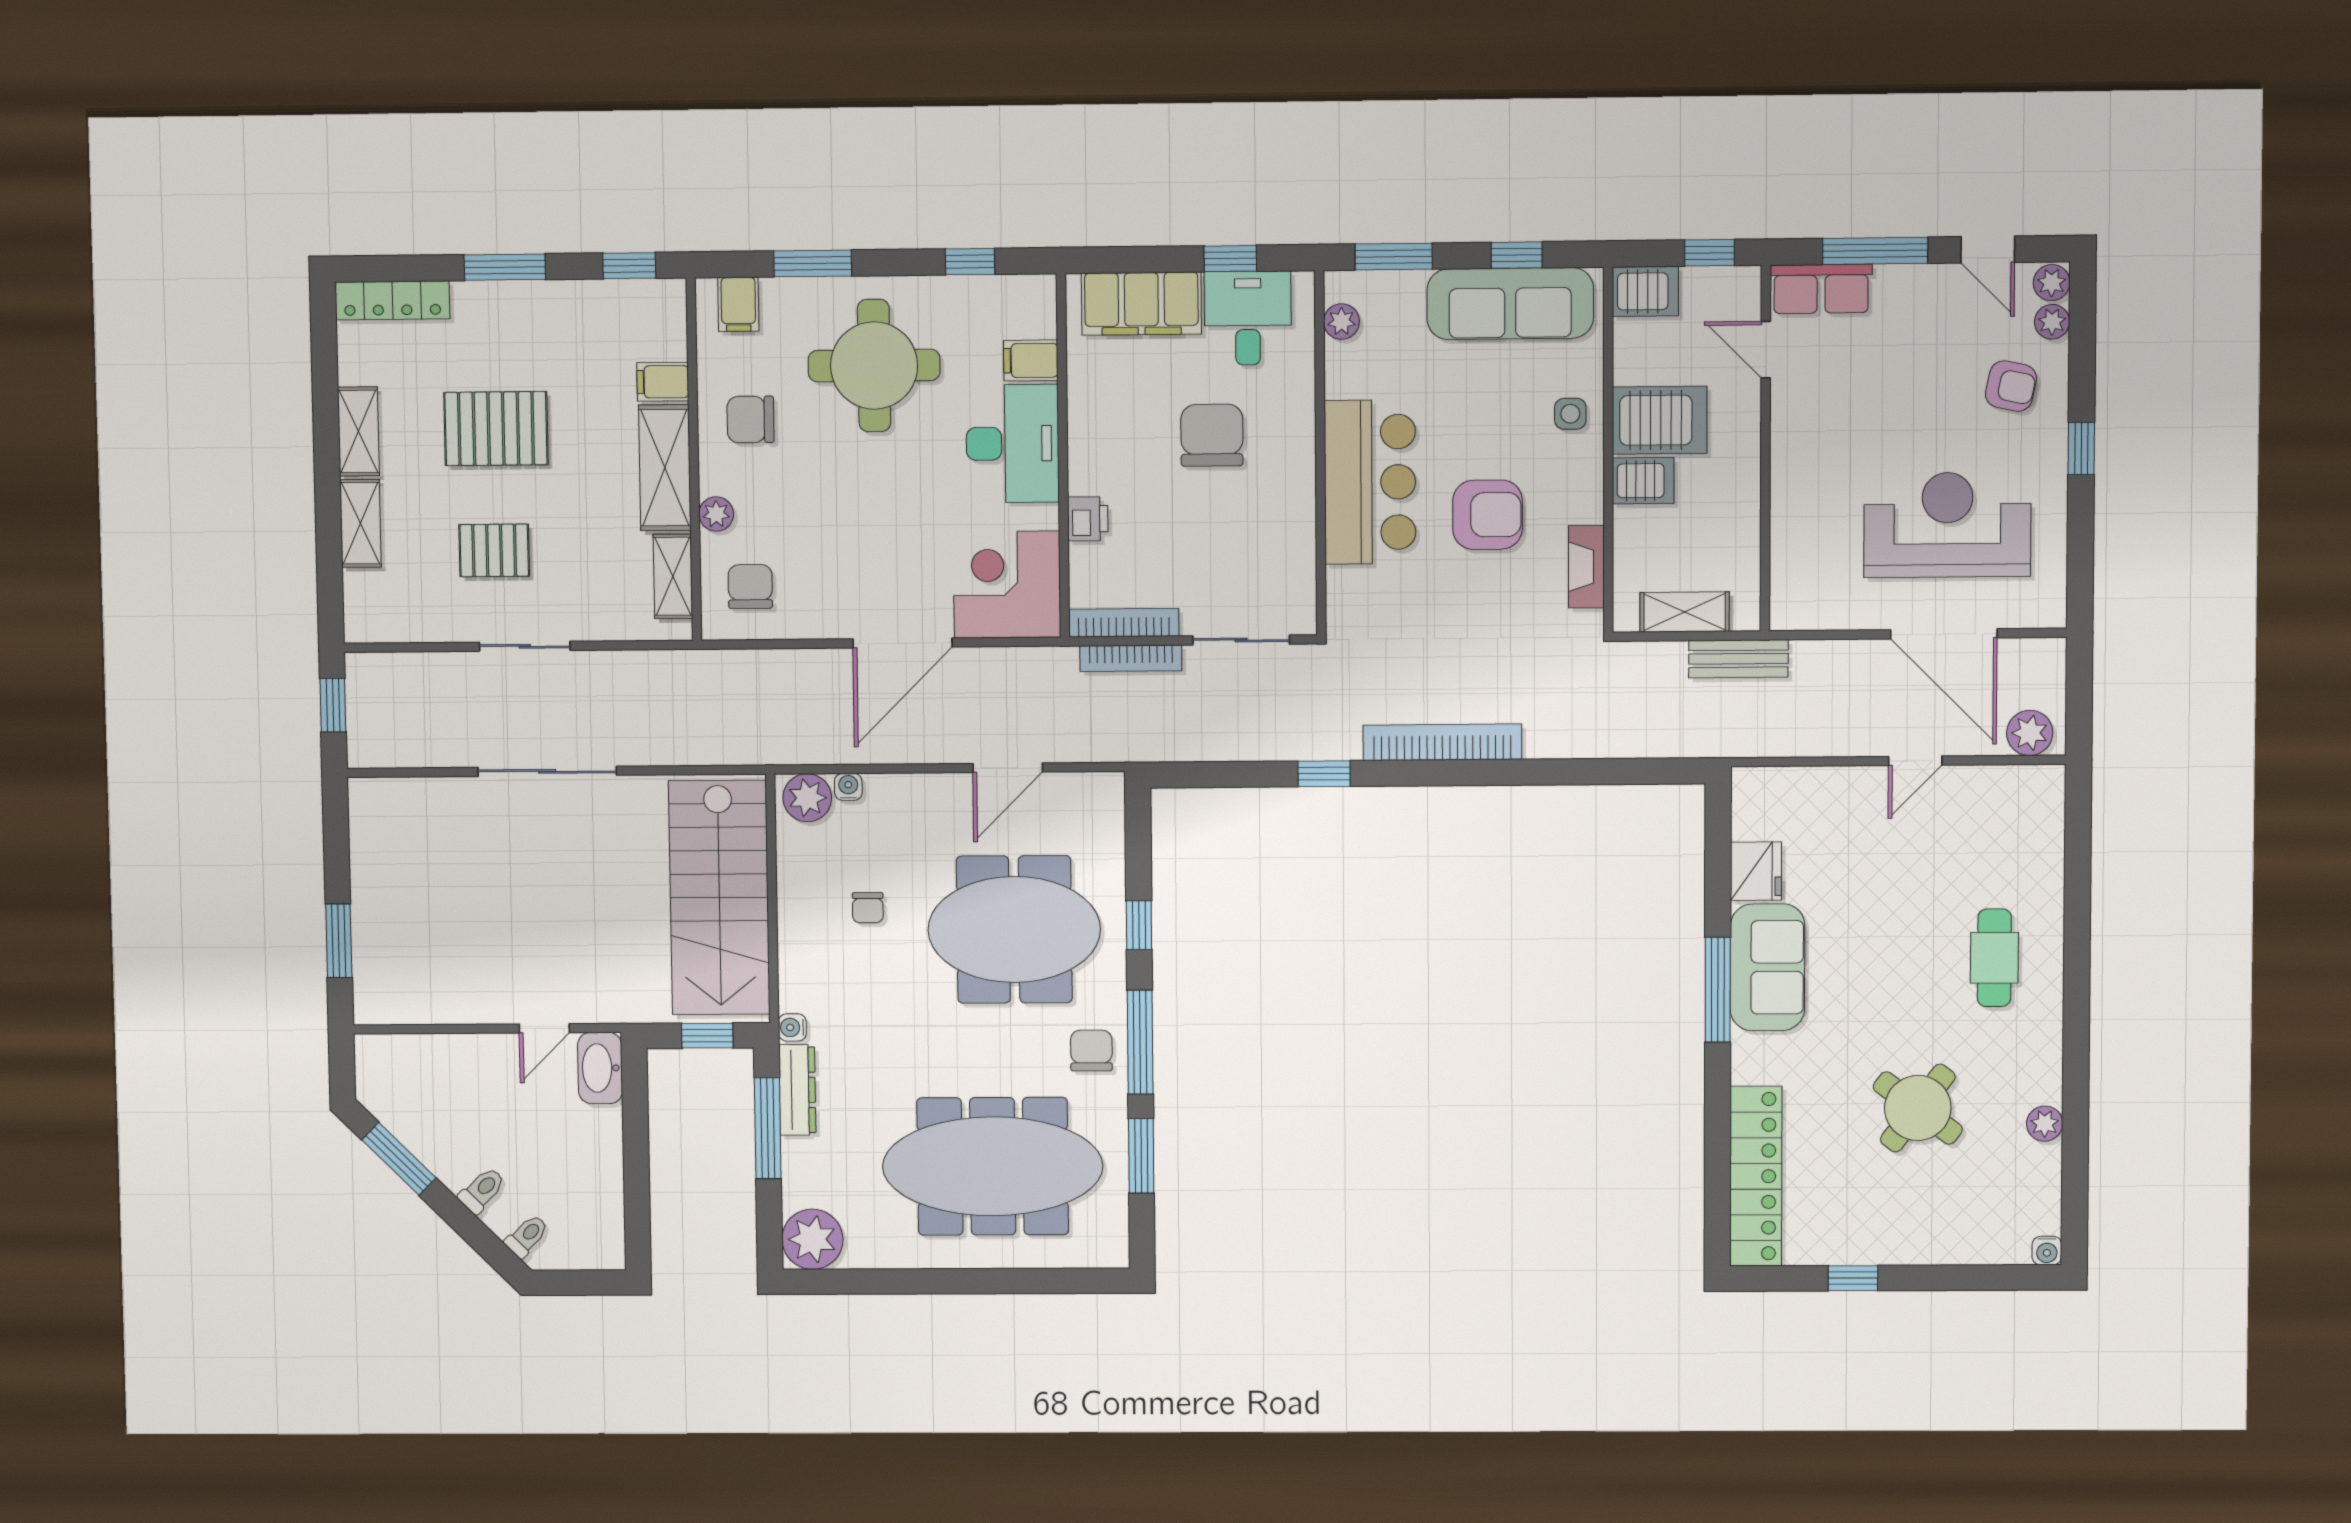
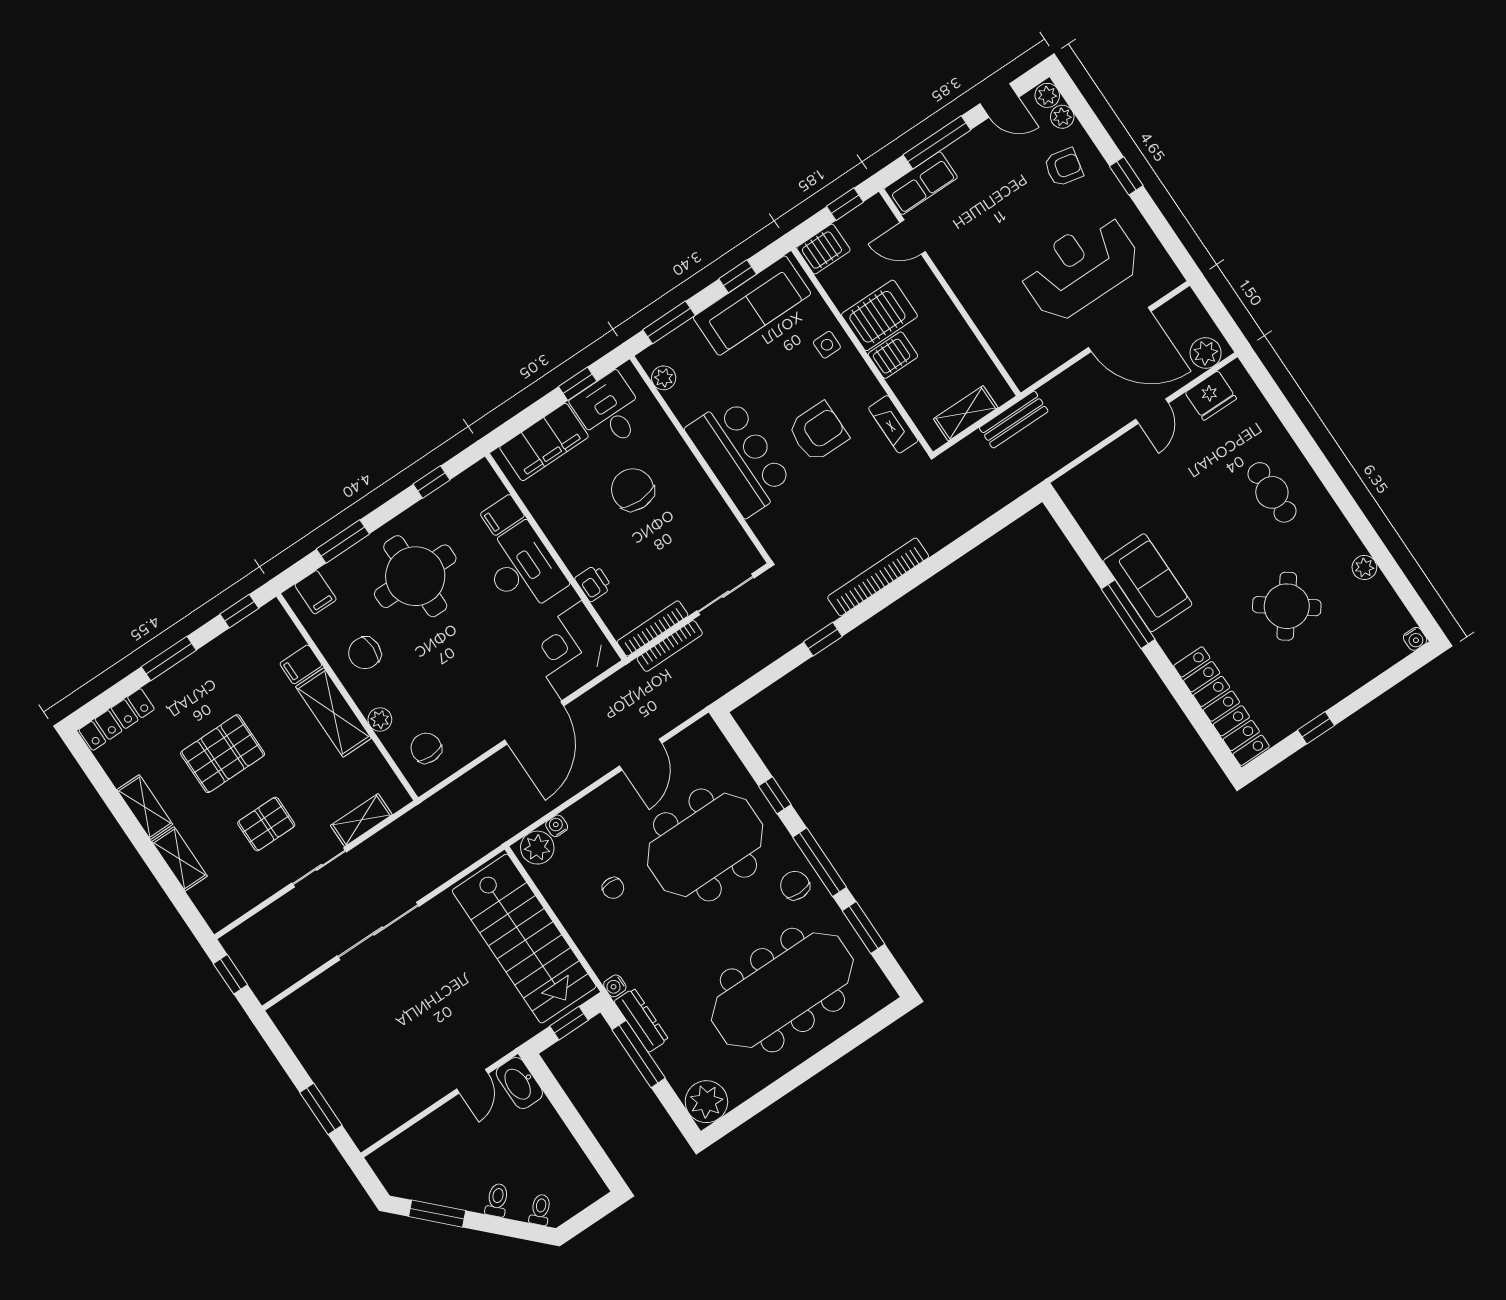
shelving: (673, 576) -> (361, 820), moved, turned 90
fridge: (1756, 871) -> (1211, 396), moved, turned 90

